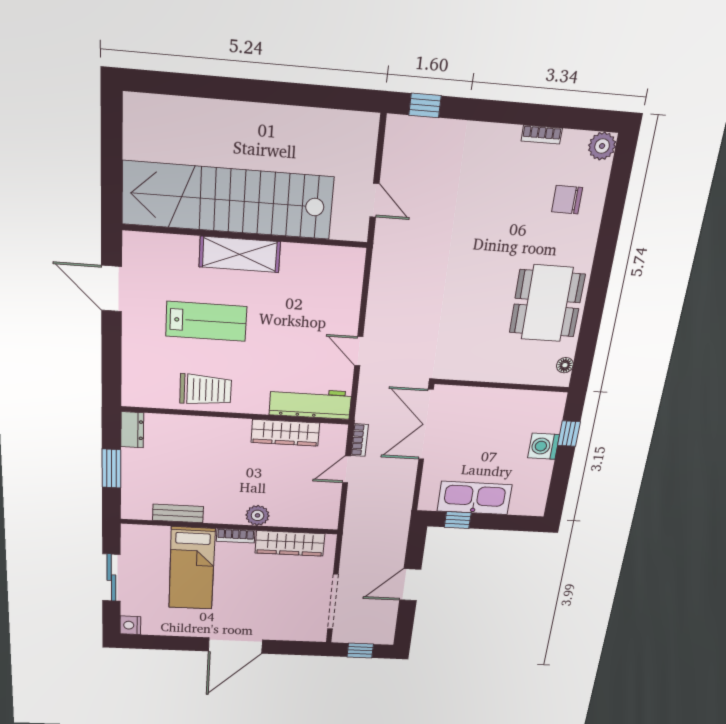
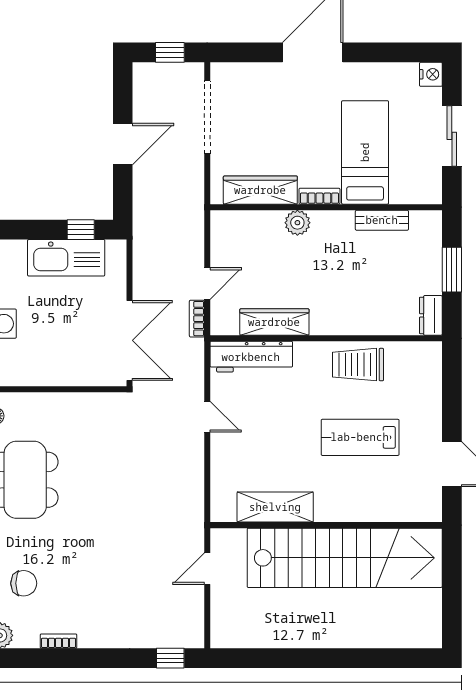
door: (375, 200) -> (207, 569), hinge flipped
shelving: (240, 254) -> (275, 507), moved

